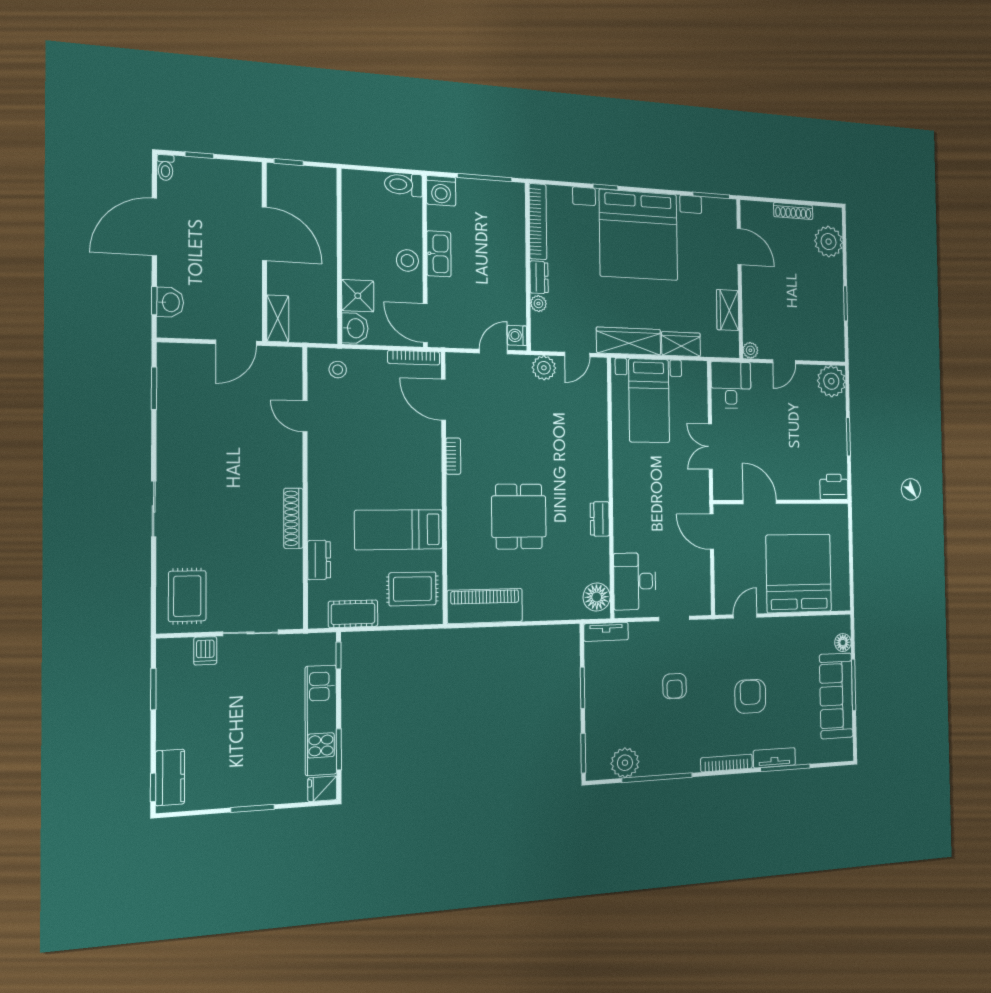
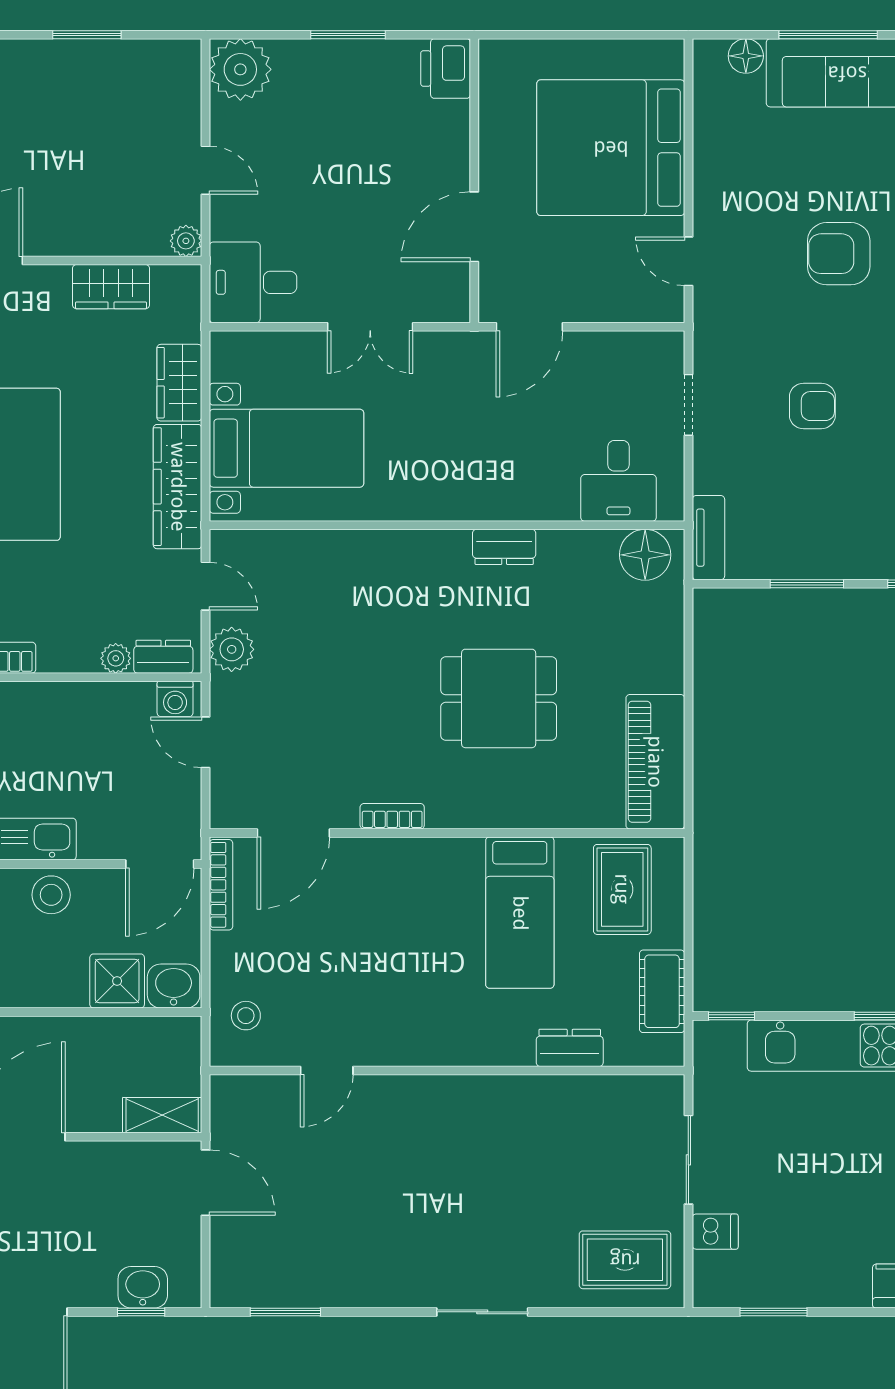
dresser: (539, 277) -> (163, 657), moved
shoe rack: (293, 518) -> (499, 1090), removed
desk: (635, 581) -> (618, 481), width x0.73

